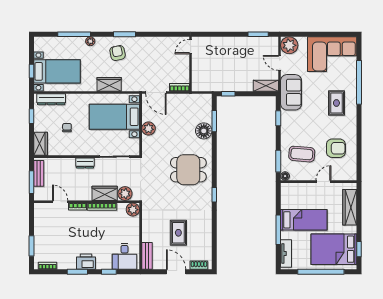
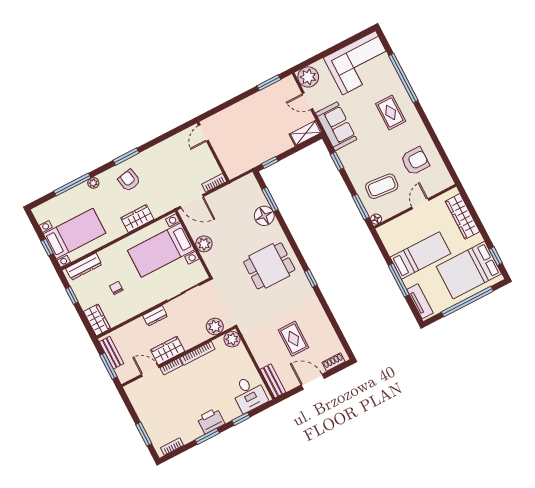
wardrobe: (105, 193) -> (168, 351), moved

